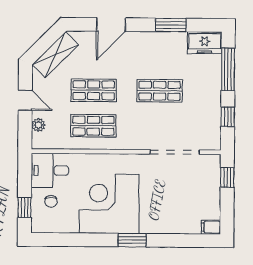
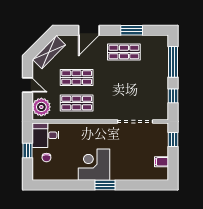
freezer: (205, 43) -> (156, 43), removed
shop shelf: (160, 91) -> (124, 52), moved
plant: (38, 125) -> (41, 107), width x1.88, depth x1.88
corner desk: (109, 204) -> (94, 165), width x0.74, depth x0.74
window: (25, 208) -> (28, 151), moved
filing cabinet: (211, 227) -> (162, 162), moved

